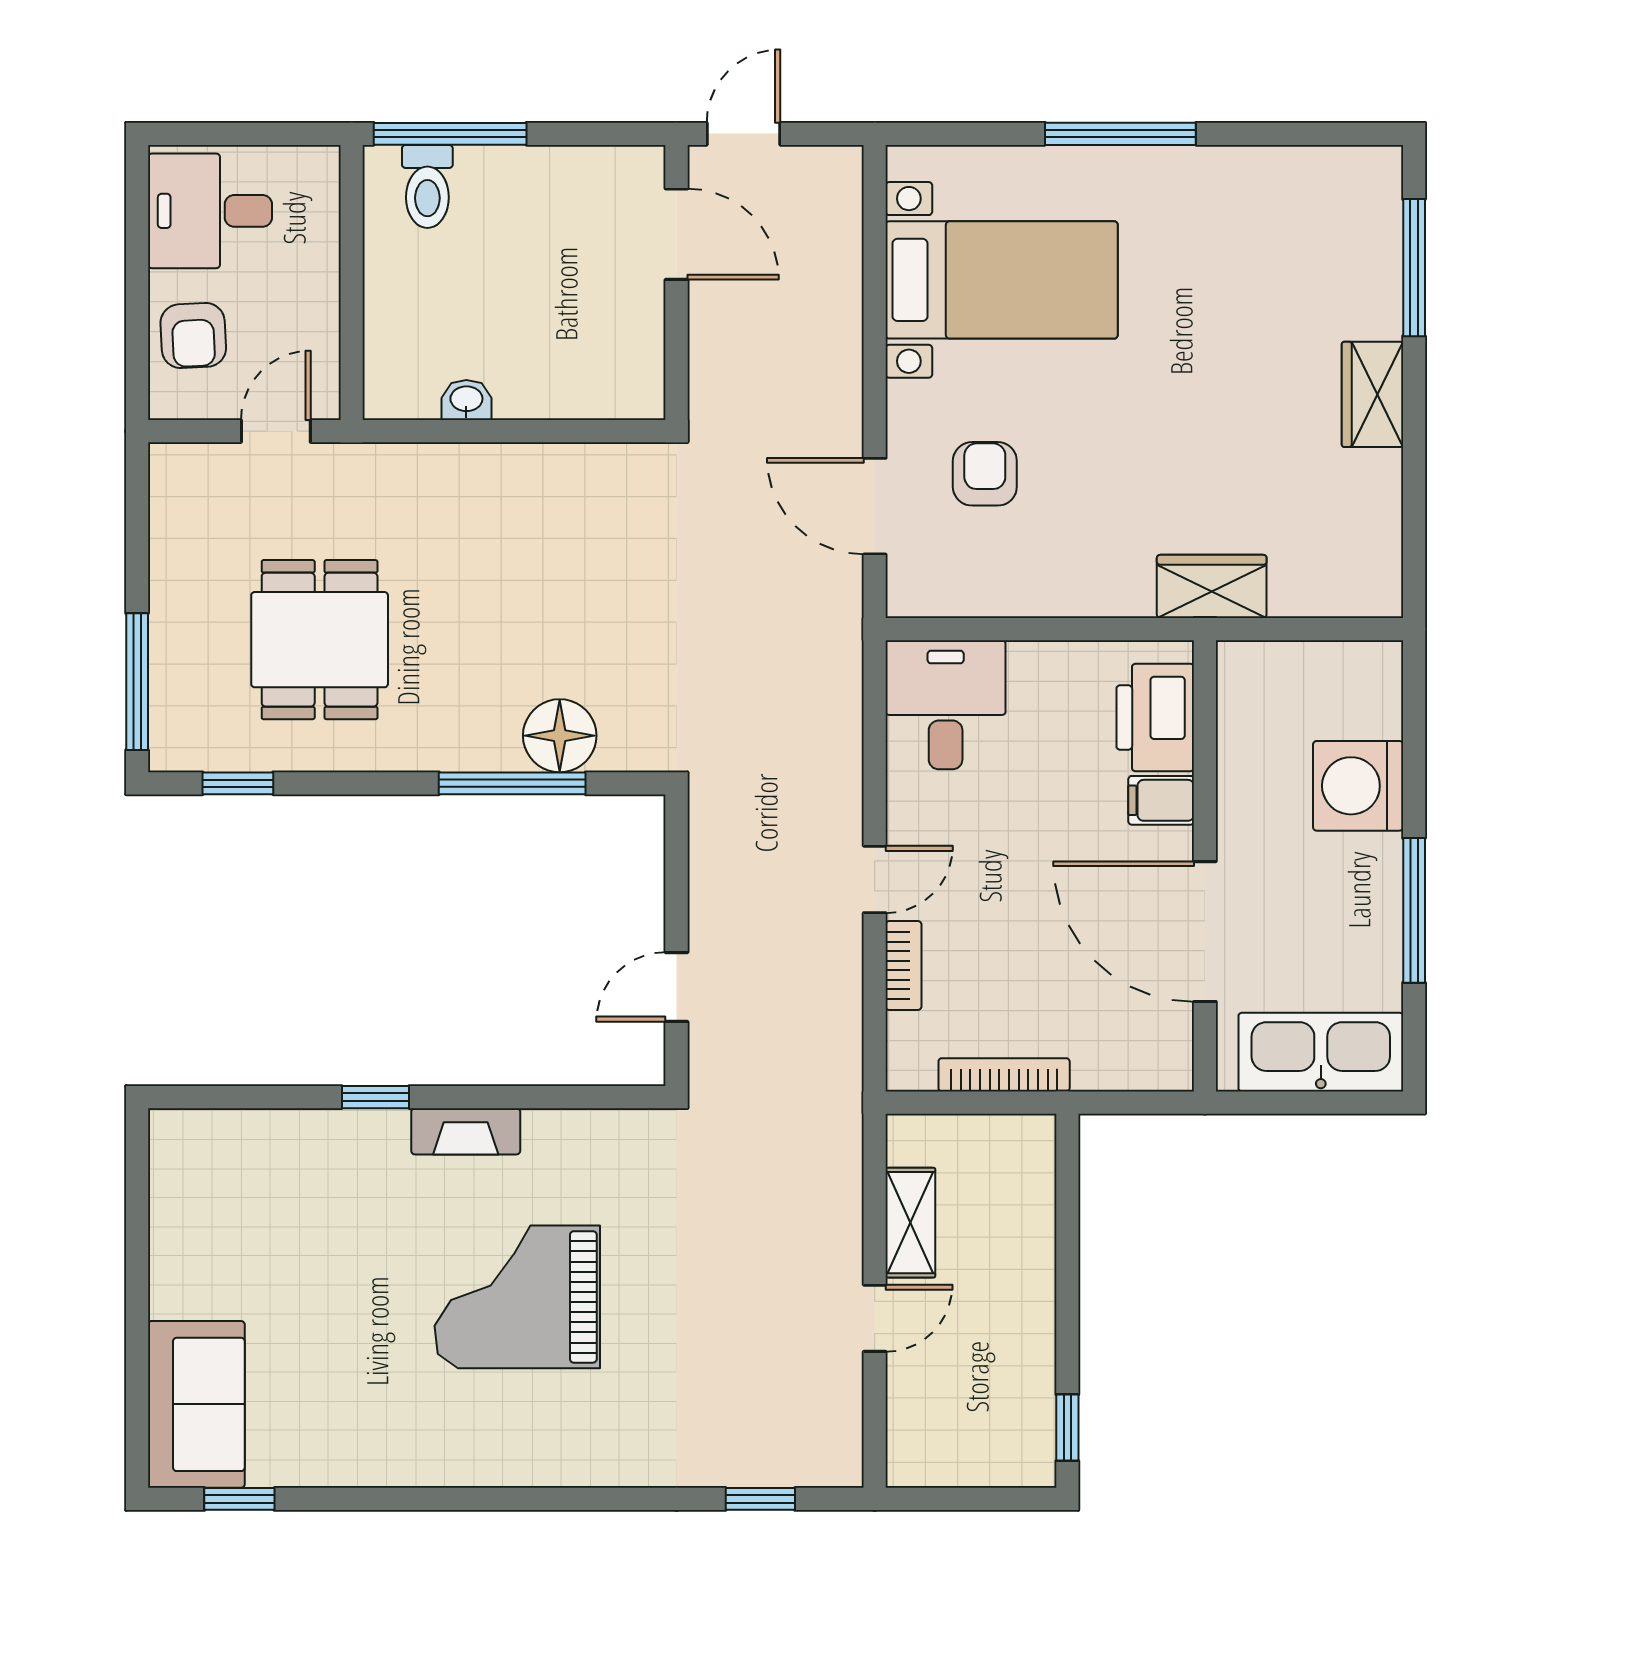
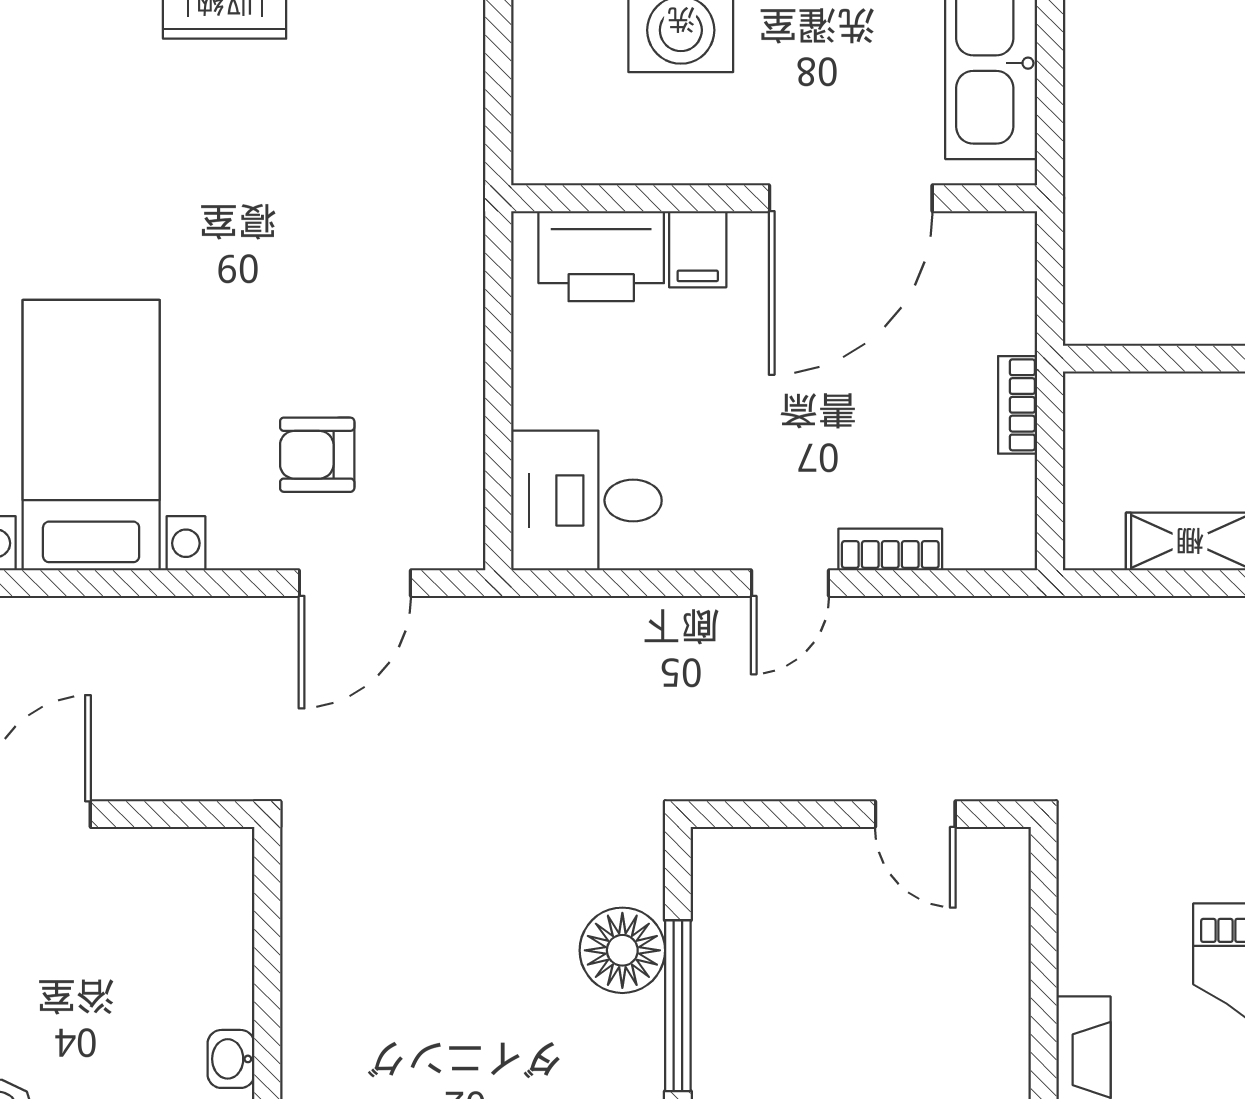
wardrobe: (1212, 586) -> (448, 190), removed
door: (875, 879) -> (790, 583), swing flipped
bookcase: (1004, 1075) -> (1018, 405), width x0.64

